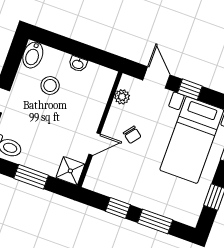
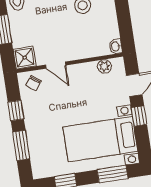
washbasin: (78, 64) -> (116, 46), moved
chair: (132, 135) -> (34, 83), moved

